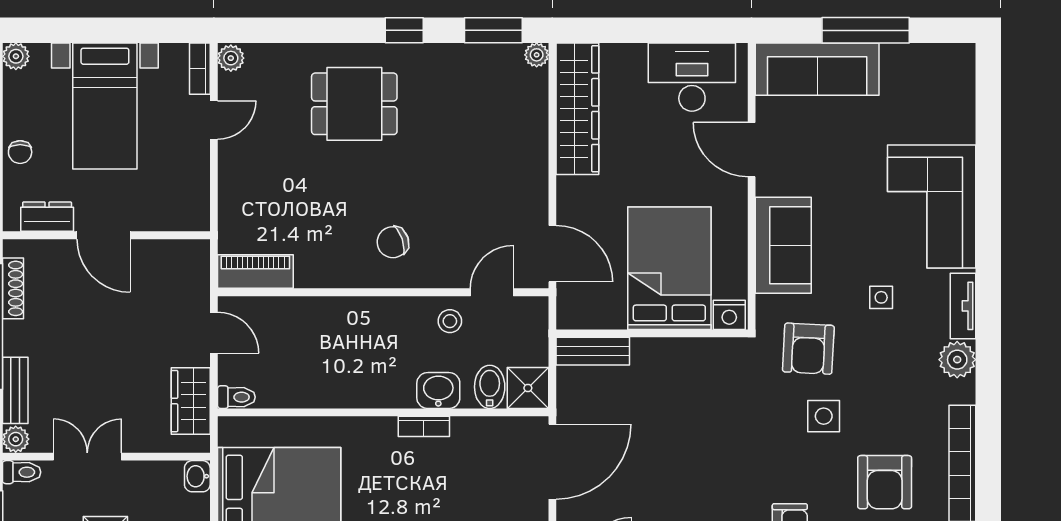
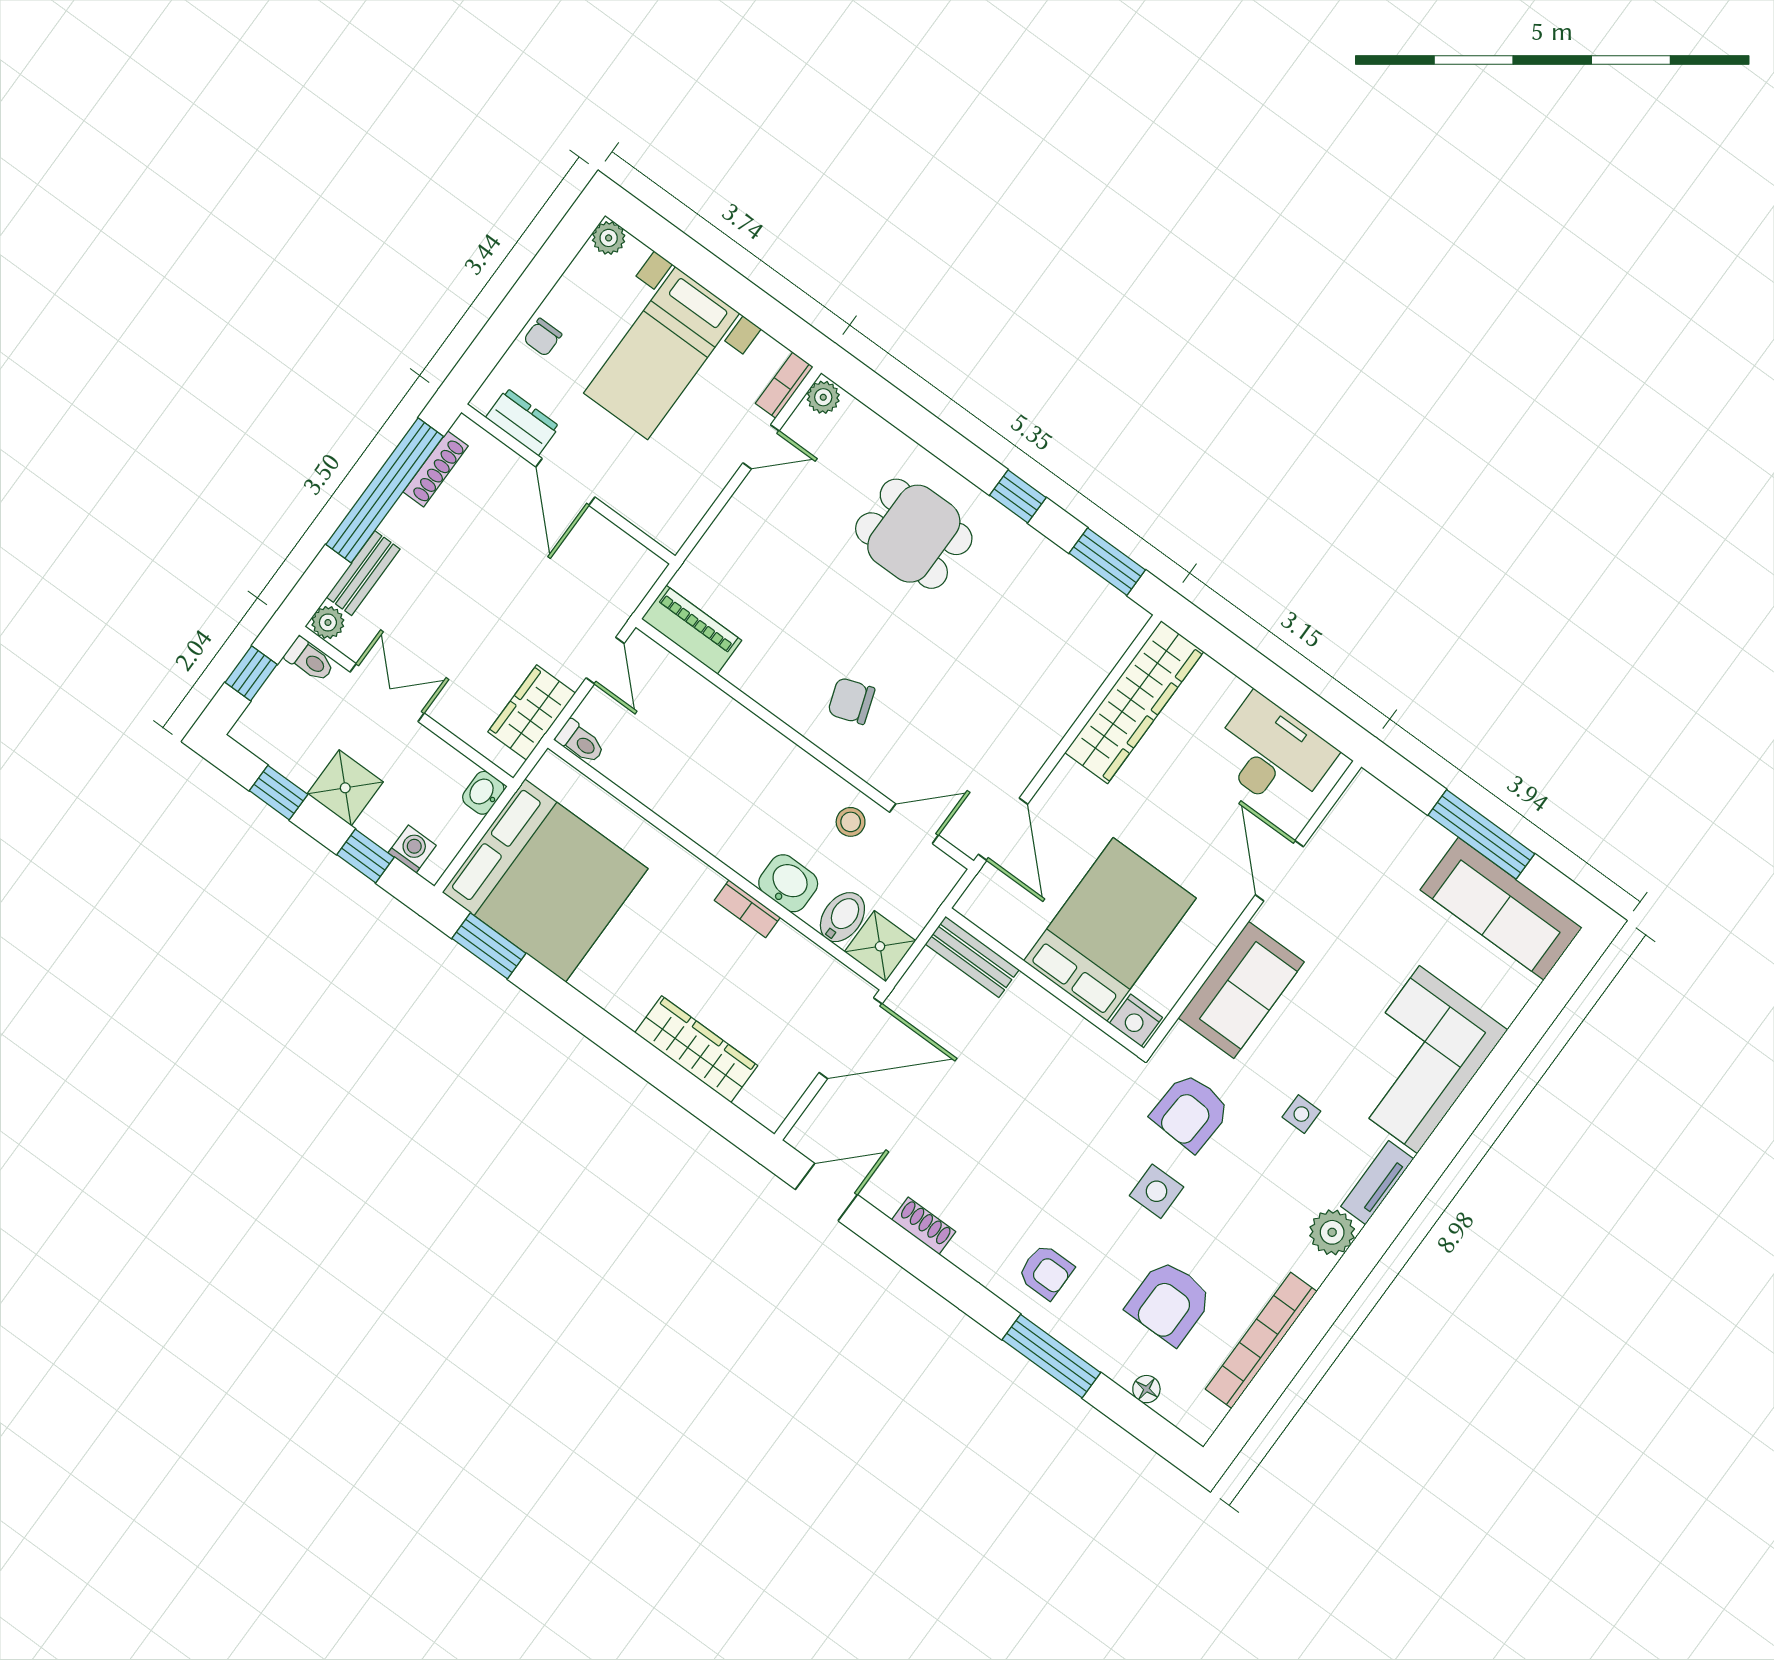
plant: (537, 55) -> (1133, 618), removed
sofa: (817, 69) -> (1501, 909), moved

